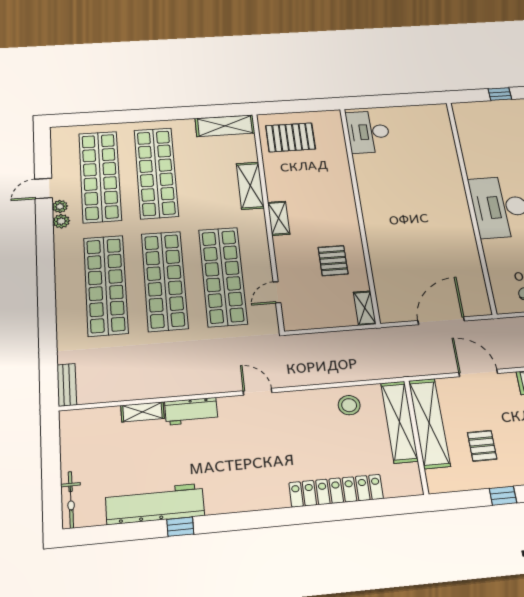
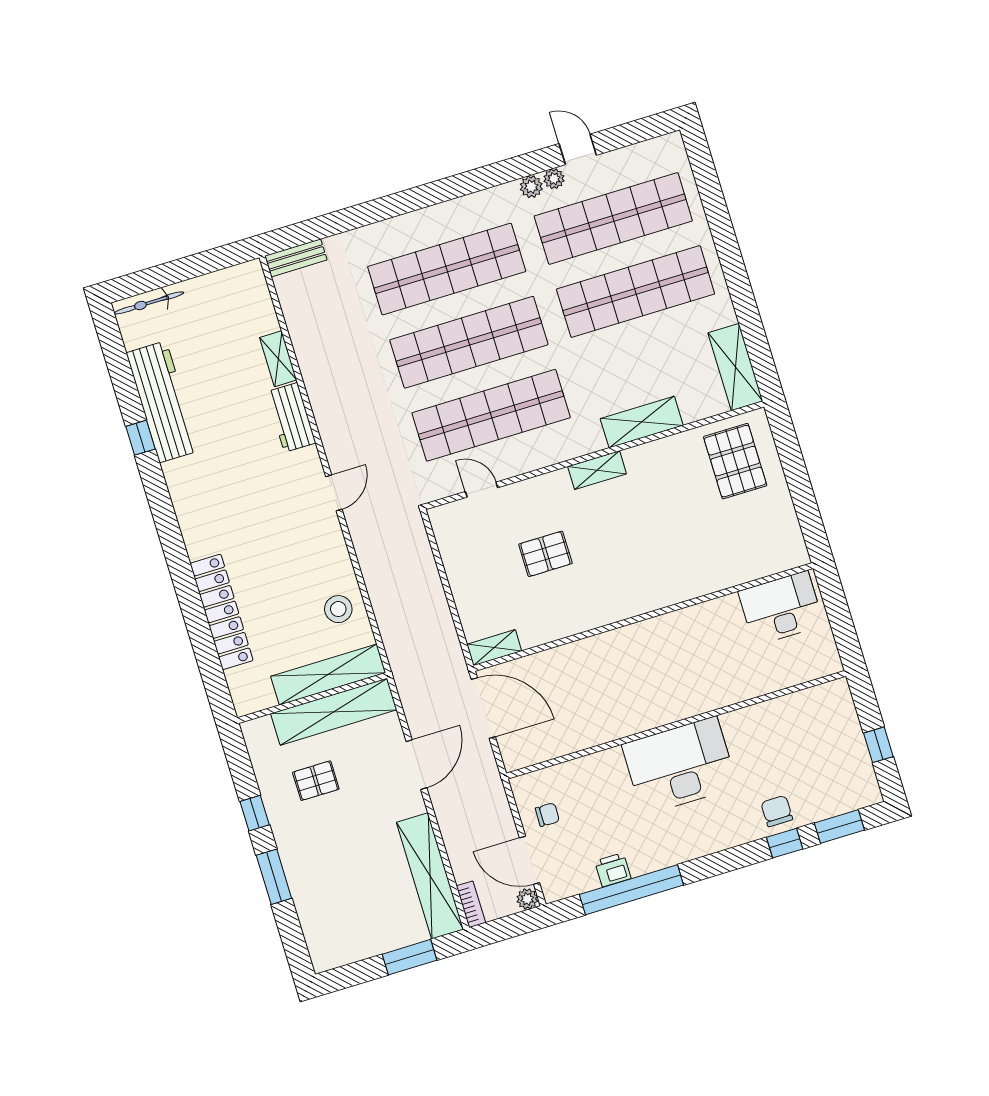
desk: (368, 132) -> (781, 608), moved
wall: (359, 212) -> (643, 617), moved
shelving: (365, 308) -> (494, 648), moved

